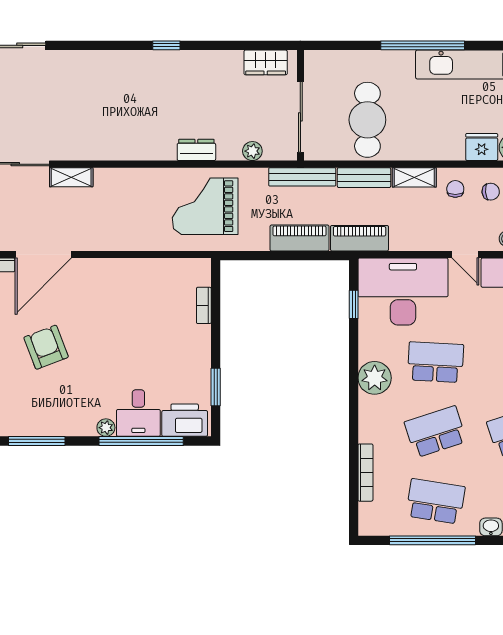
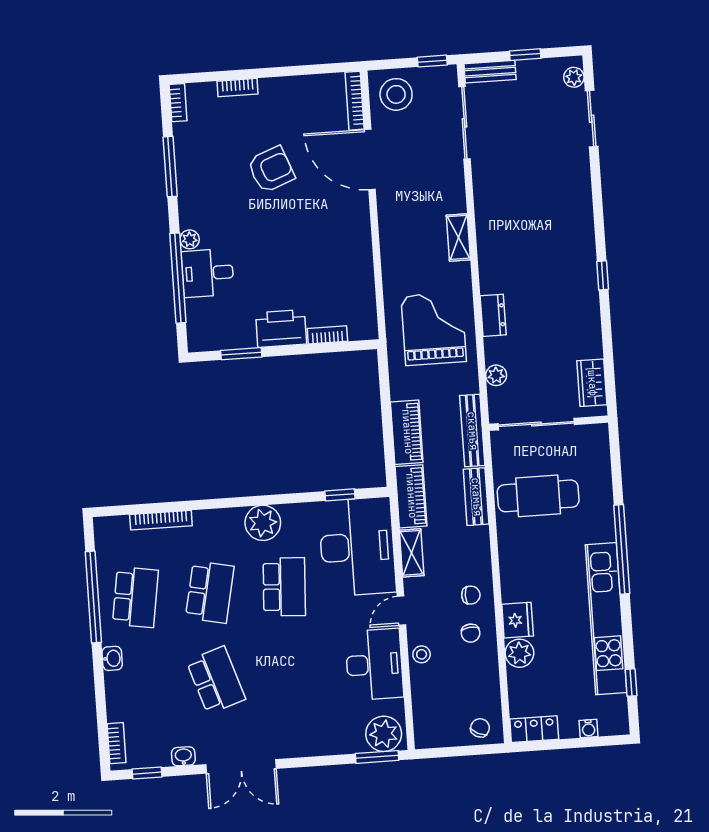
shelving: (71, 177) -> (458, 237), moved
shelving: (414, 177) -> (412, 553), moved
printer: (185, 420) -> (281, 329), moved, turned -90
school desk: (436, 432) -> (210, 592), turned 30

